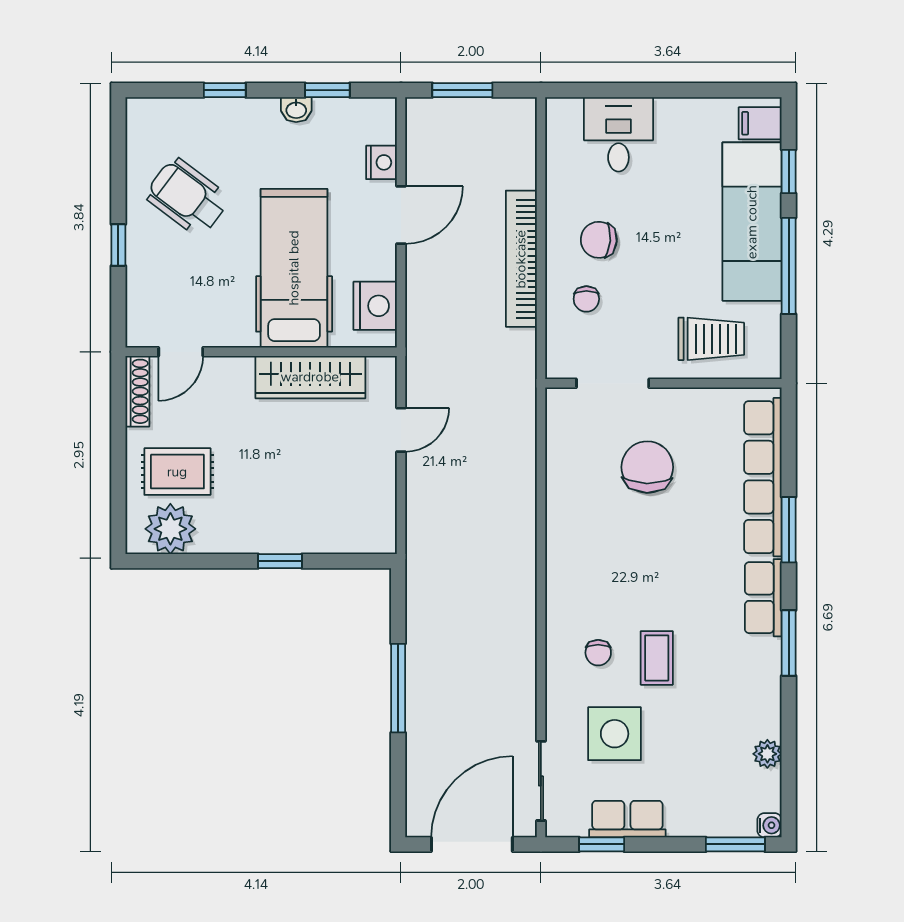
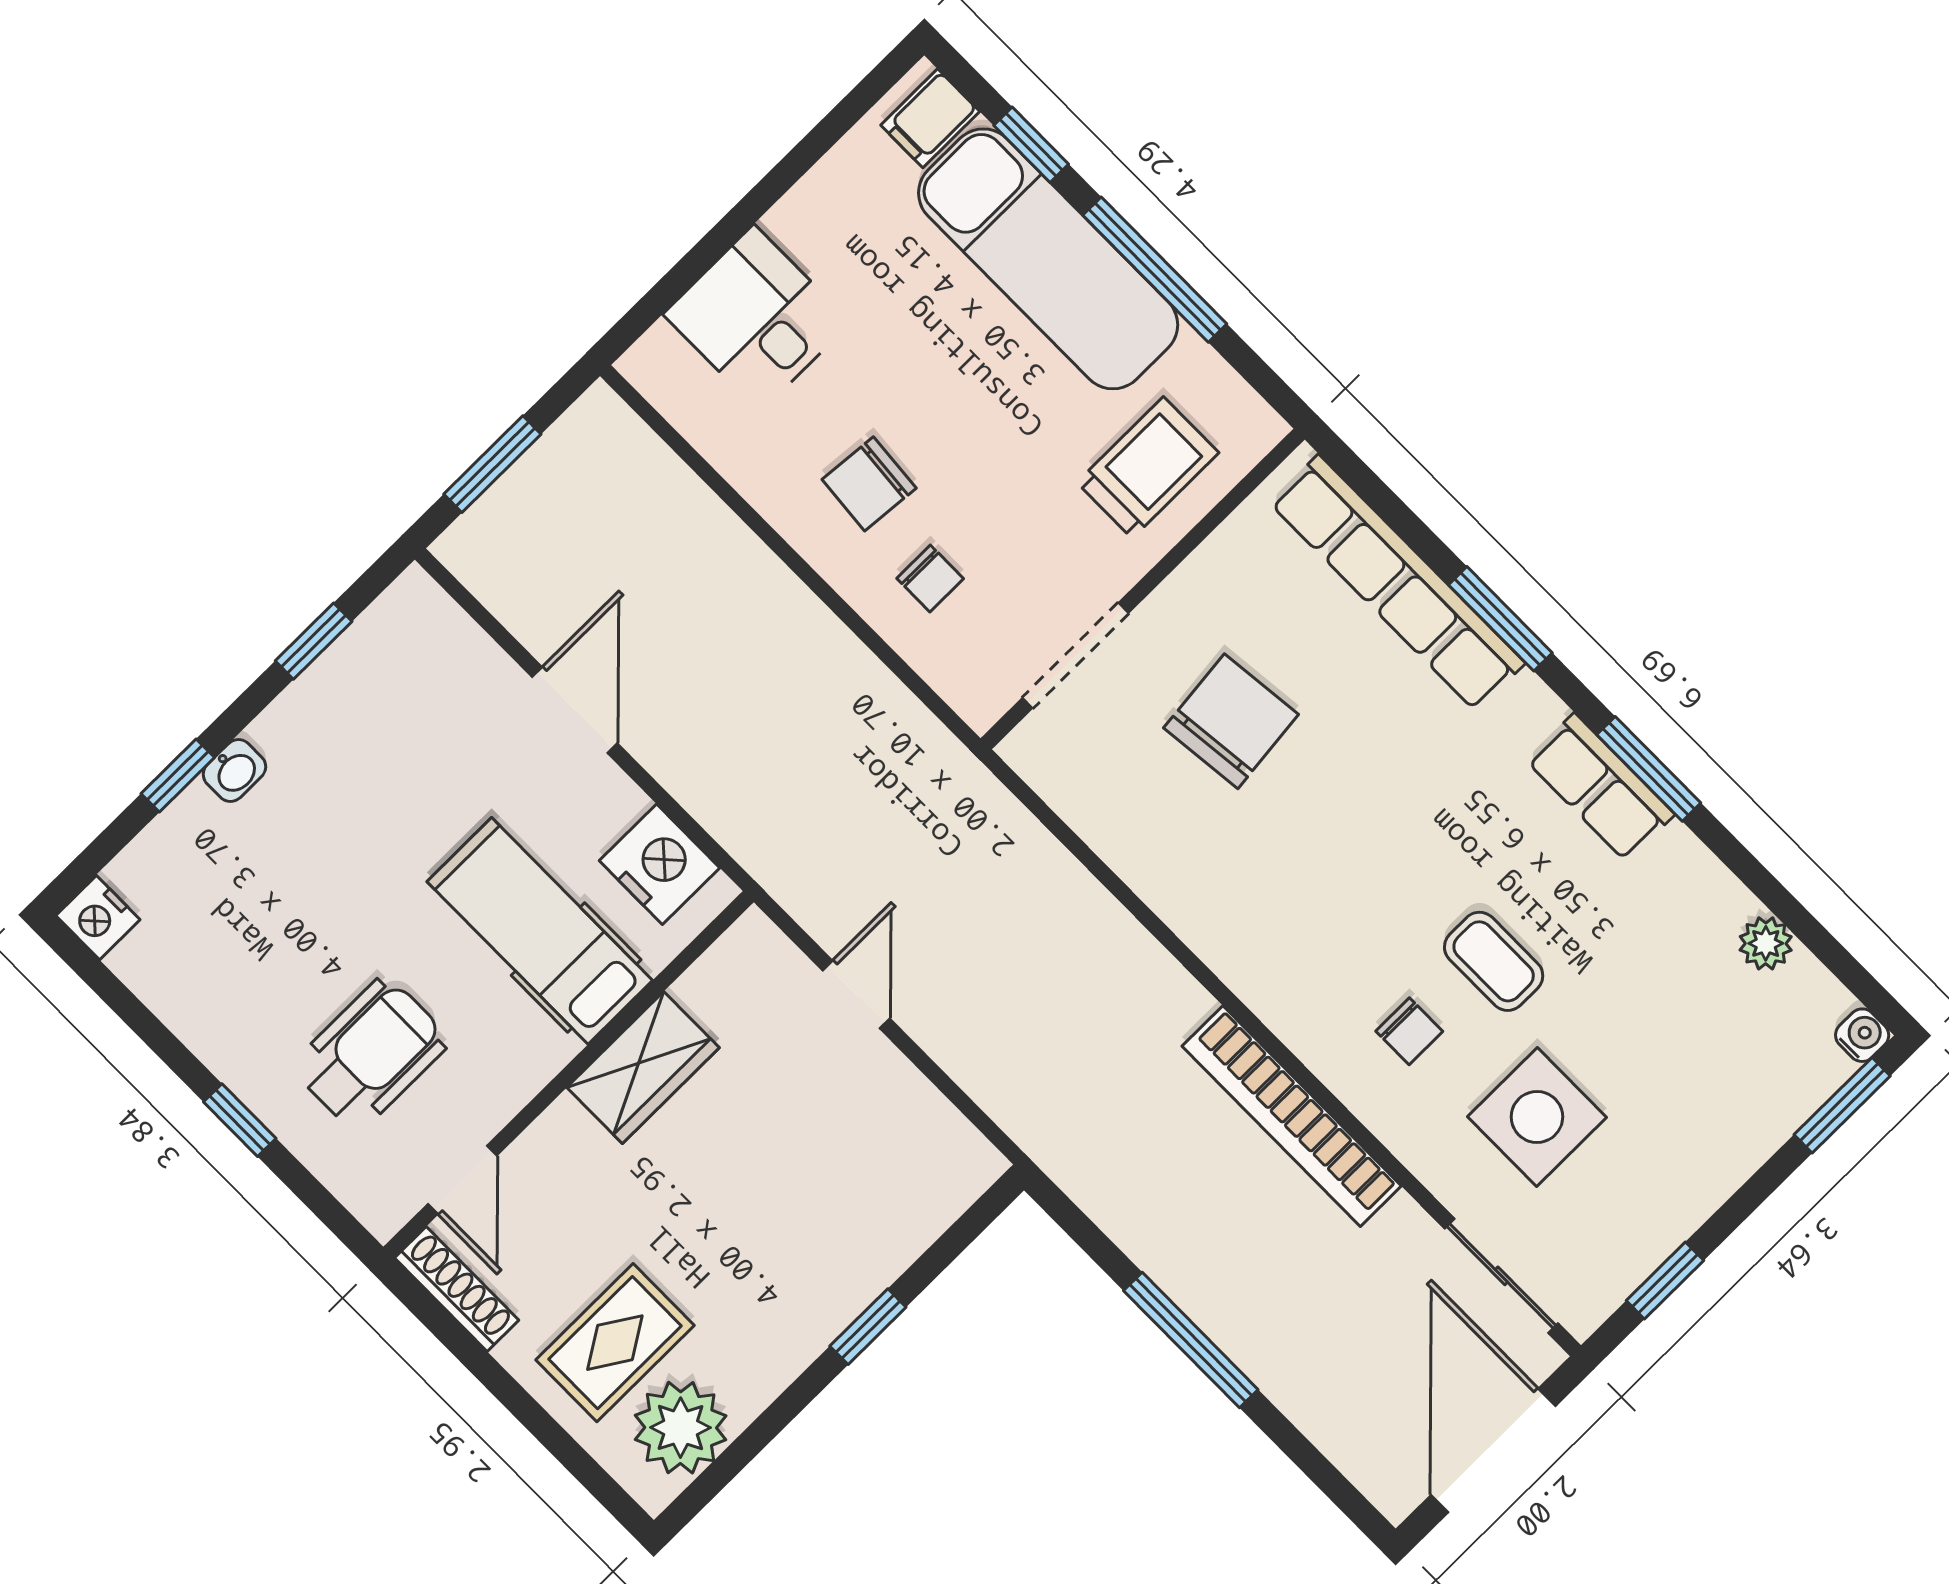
washbasin: (296, 110) -> (234, 771), moved
nightstand: (381, 162) -> (98, 918), moved, turned 180
wheelchair: (187, 197) -> (371, 1054), moved, turned 143
bookcase: (521, 259) -> (1292, 1116), moved
hospital bed: (294, 268) -> (540, 931), width x0.73, depth x0.78
wardrobe: (310, 377) -> (643, 1068), width x0.67
chair: (647, 467) -> (1231, 721), turned 83
row of seats: (763, 598) -> (1600, 787), moved
row of seats: (627, 819) -> (1666, 1213), removed

